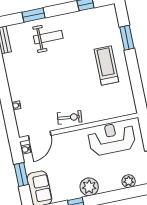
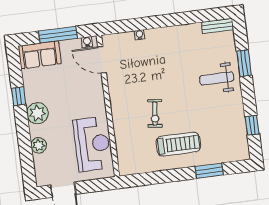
weight bench: (48, 37) -> (217, 78), turned 90
exercise bike: (70, 117) -> (155, 113), moved
window: (21, 174) -> (58, 35), width x1.44
plant: (129, 181) -> (39, 145), moved

